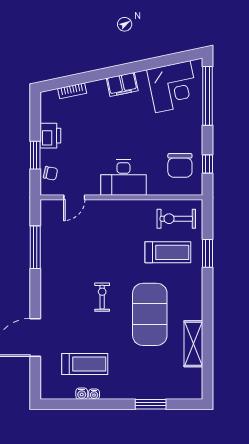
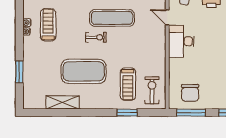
window: (208, 164) -> (191, 113), width x2.17
chair: (180, 165) -> (190, 93), turned -90
desk: (123, 178) -> (181, 41), moved
exercise mat: (75, 275) -> (112, 18), added
treadmill: (85, 364) -> (48, 25), turned 180

